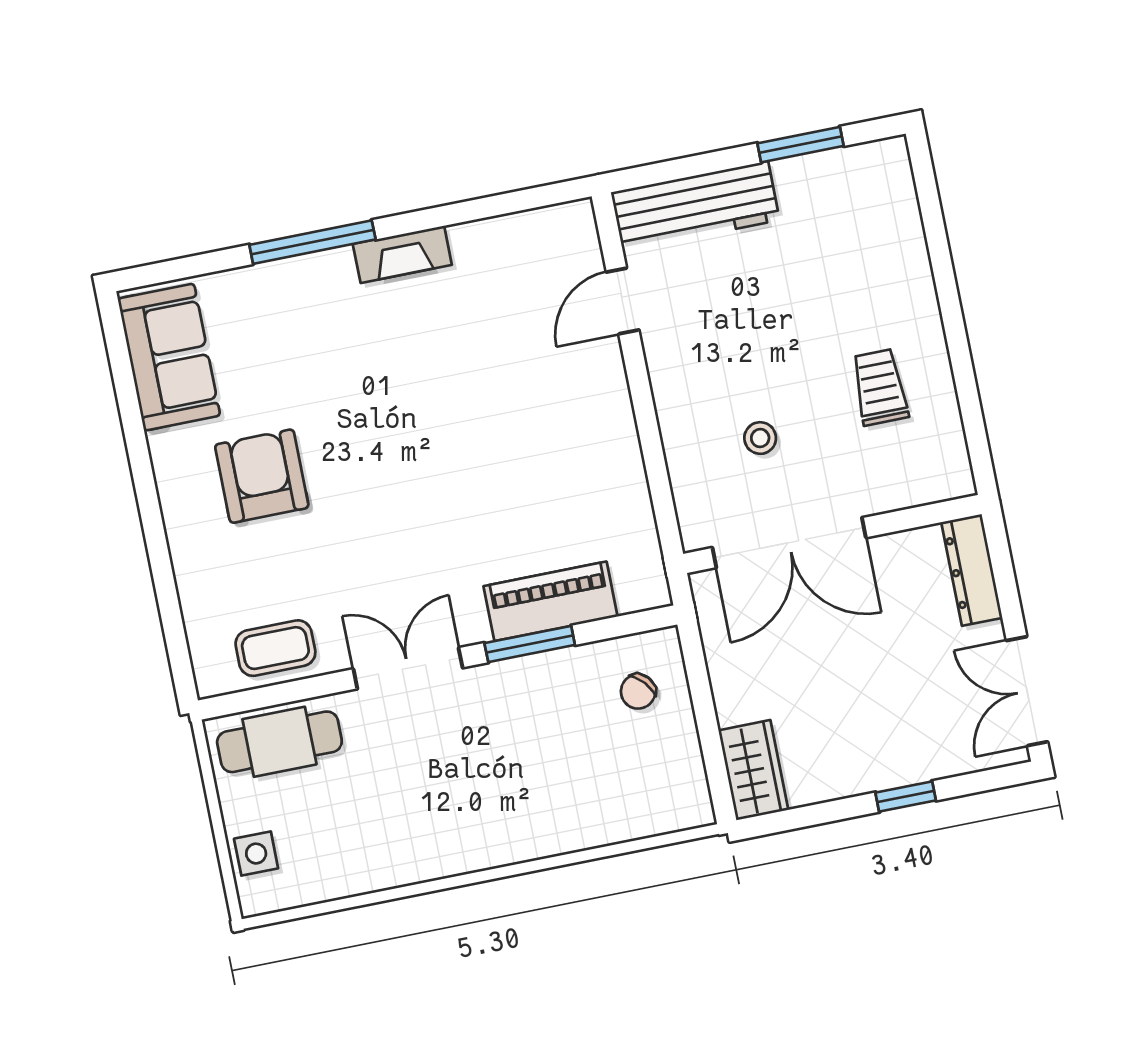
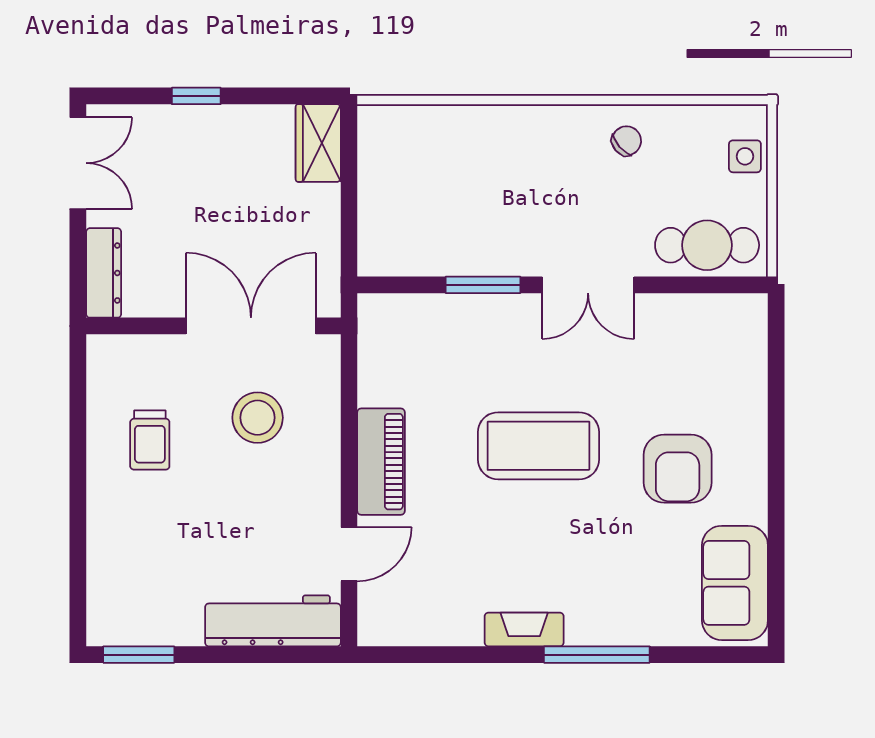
window: (800, 145) -> (139, 655), moved
stool: (760, 438) -> (258, 418), width x1.89, depth x1.89
piano: (550, 601) -> (381, 462), moved, turned -90
coffee table: (275, 648) -> (539, 446), moved, width x1.86, depth x1.72
chair: (638, 691) -> (627, 141), moved

